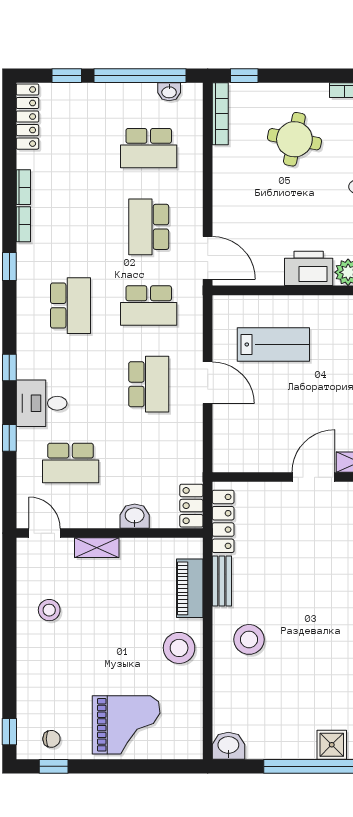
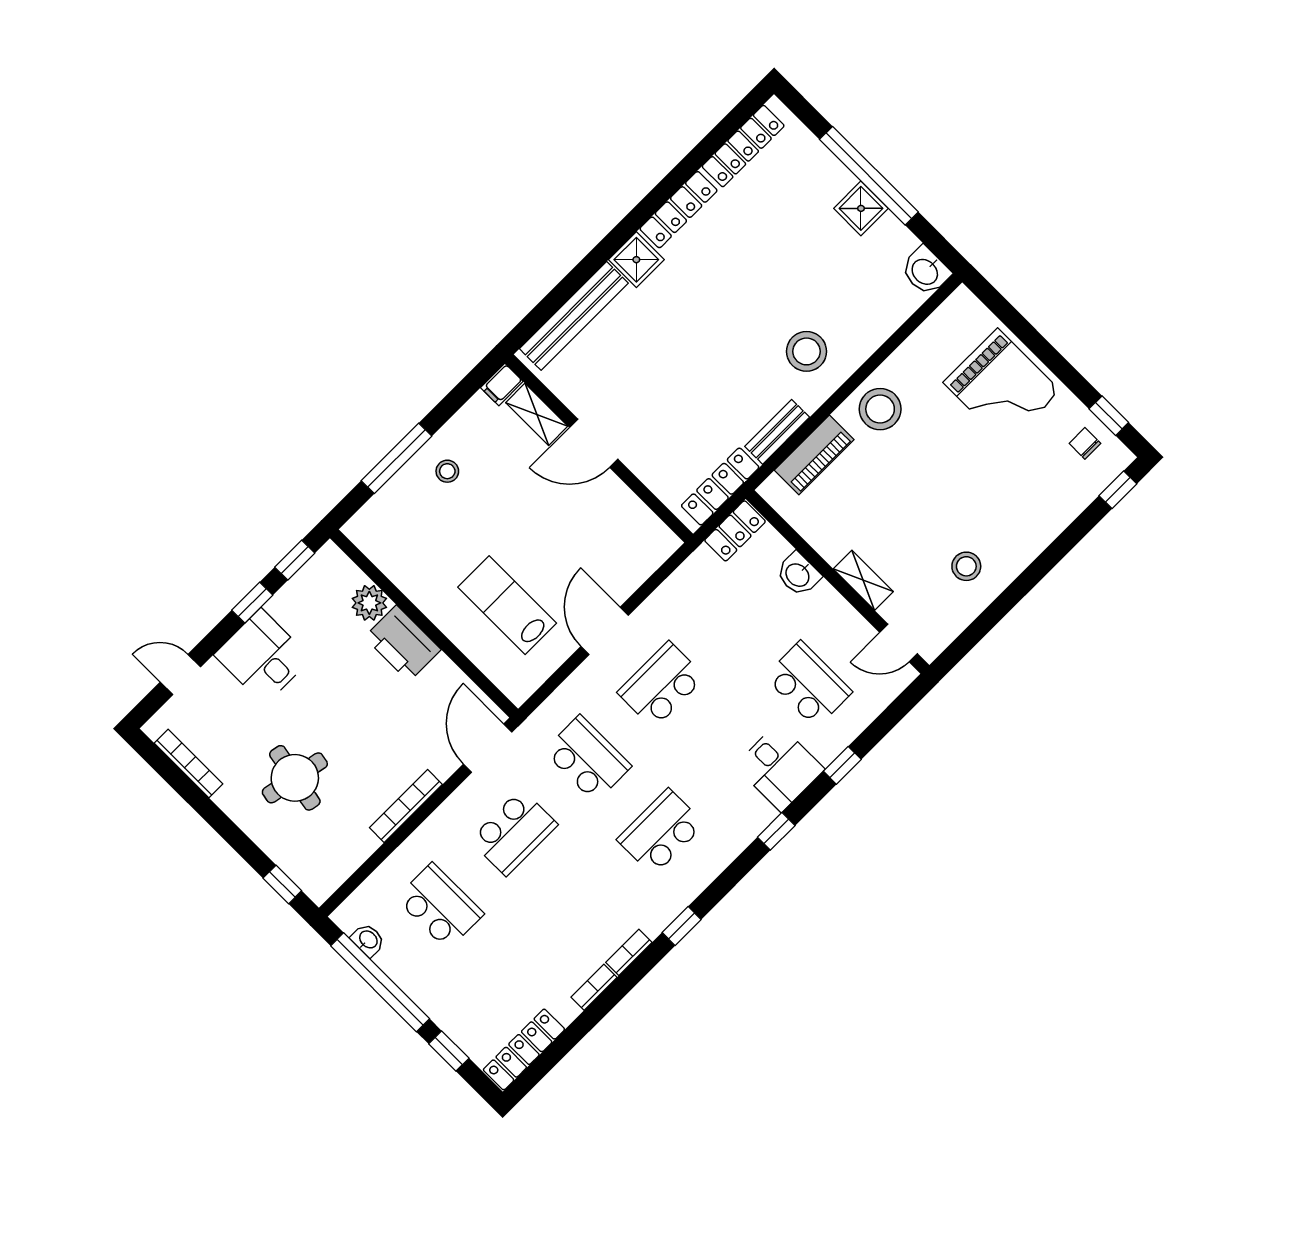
bookcase: (220, 114) -> (406, 806), moved
door: (45, 533) -> (898, 643), hinge flipped
grand piano: (126, 725) -> (1002, 387), turned 180
shower: (332, 745) -> (861, 208), moved

